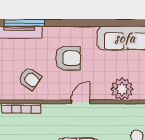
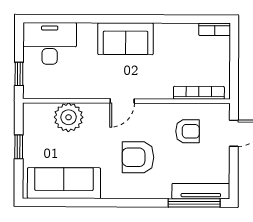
armchair: (30, 79) -> (188, 131), turned 145

